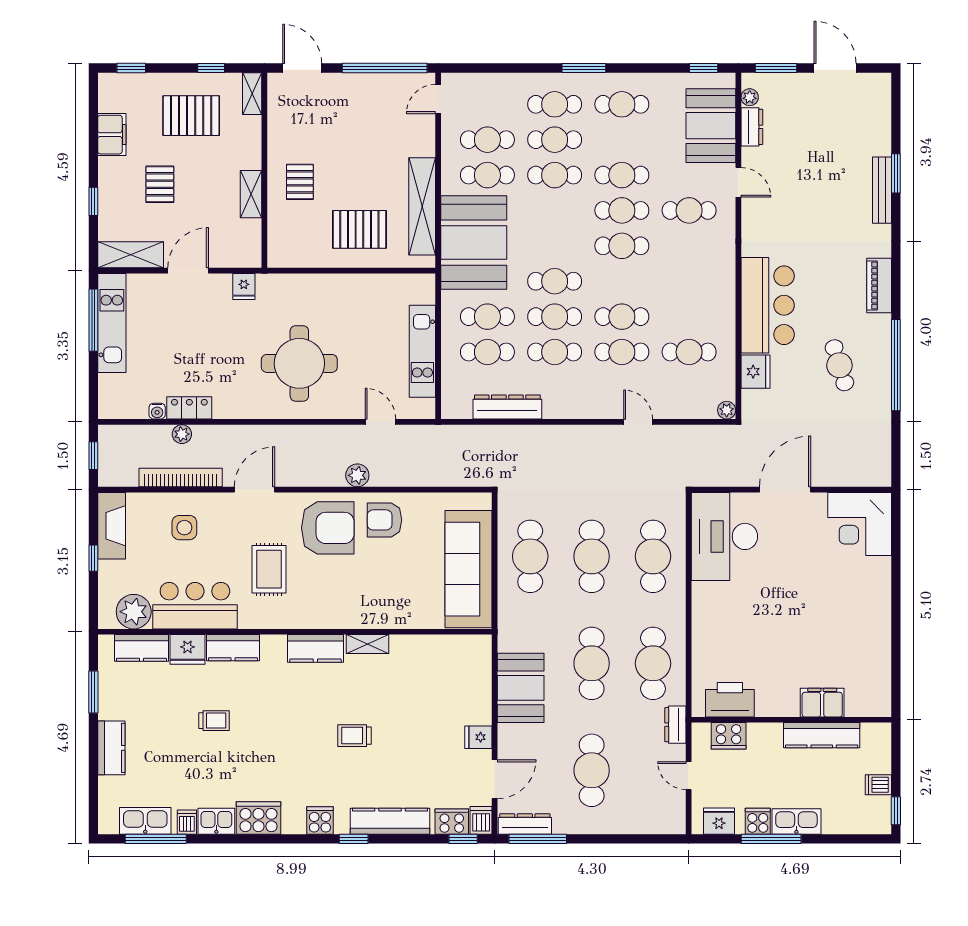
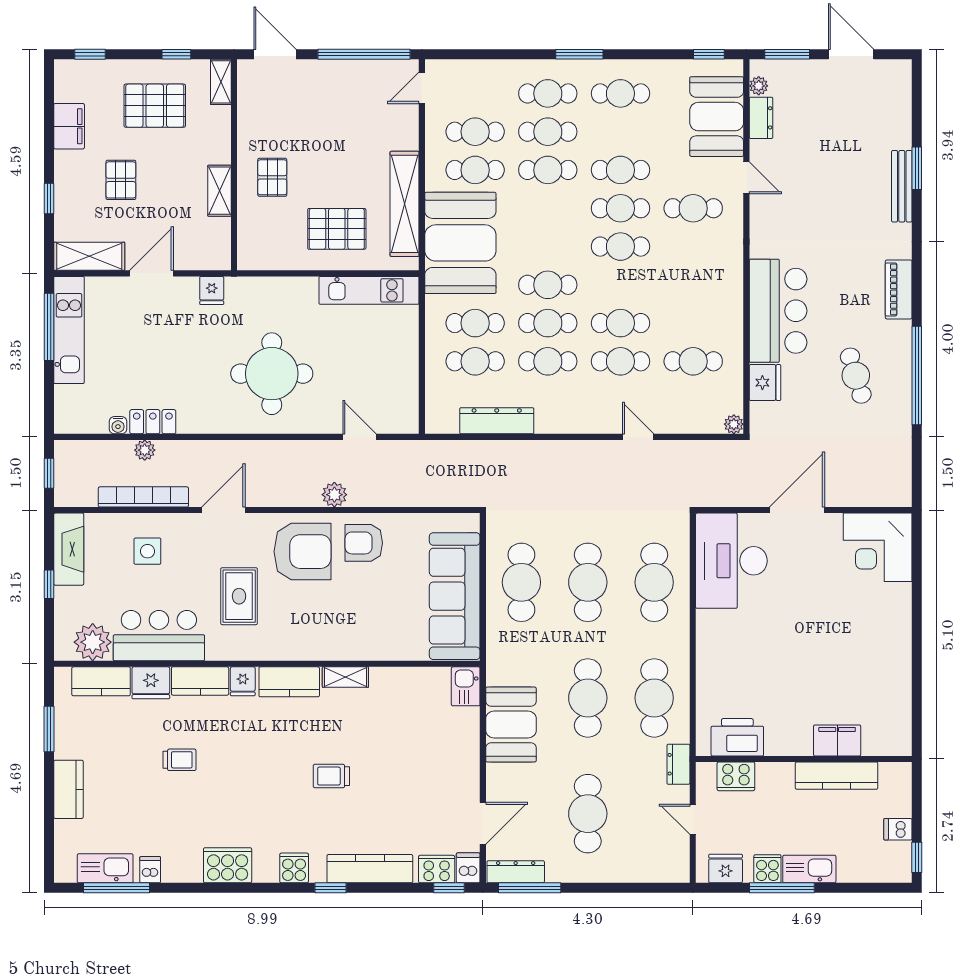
kitchen unit: (422, 351) -> (369, 290), moved, turned -90
fridge: (478, 737) -> (243, 681), moved, turned -90
kitchen sink: (216, 821) -> (466, 686), moved, turned -90

